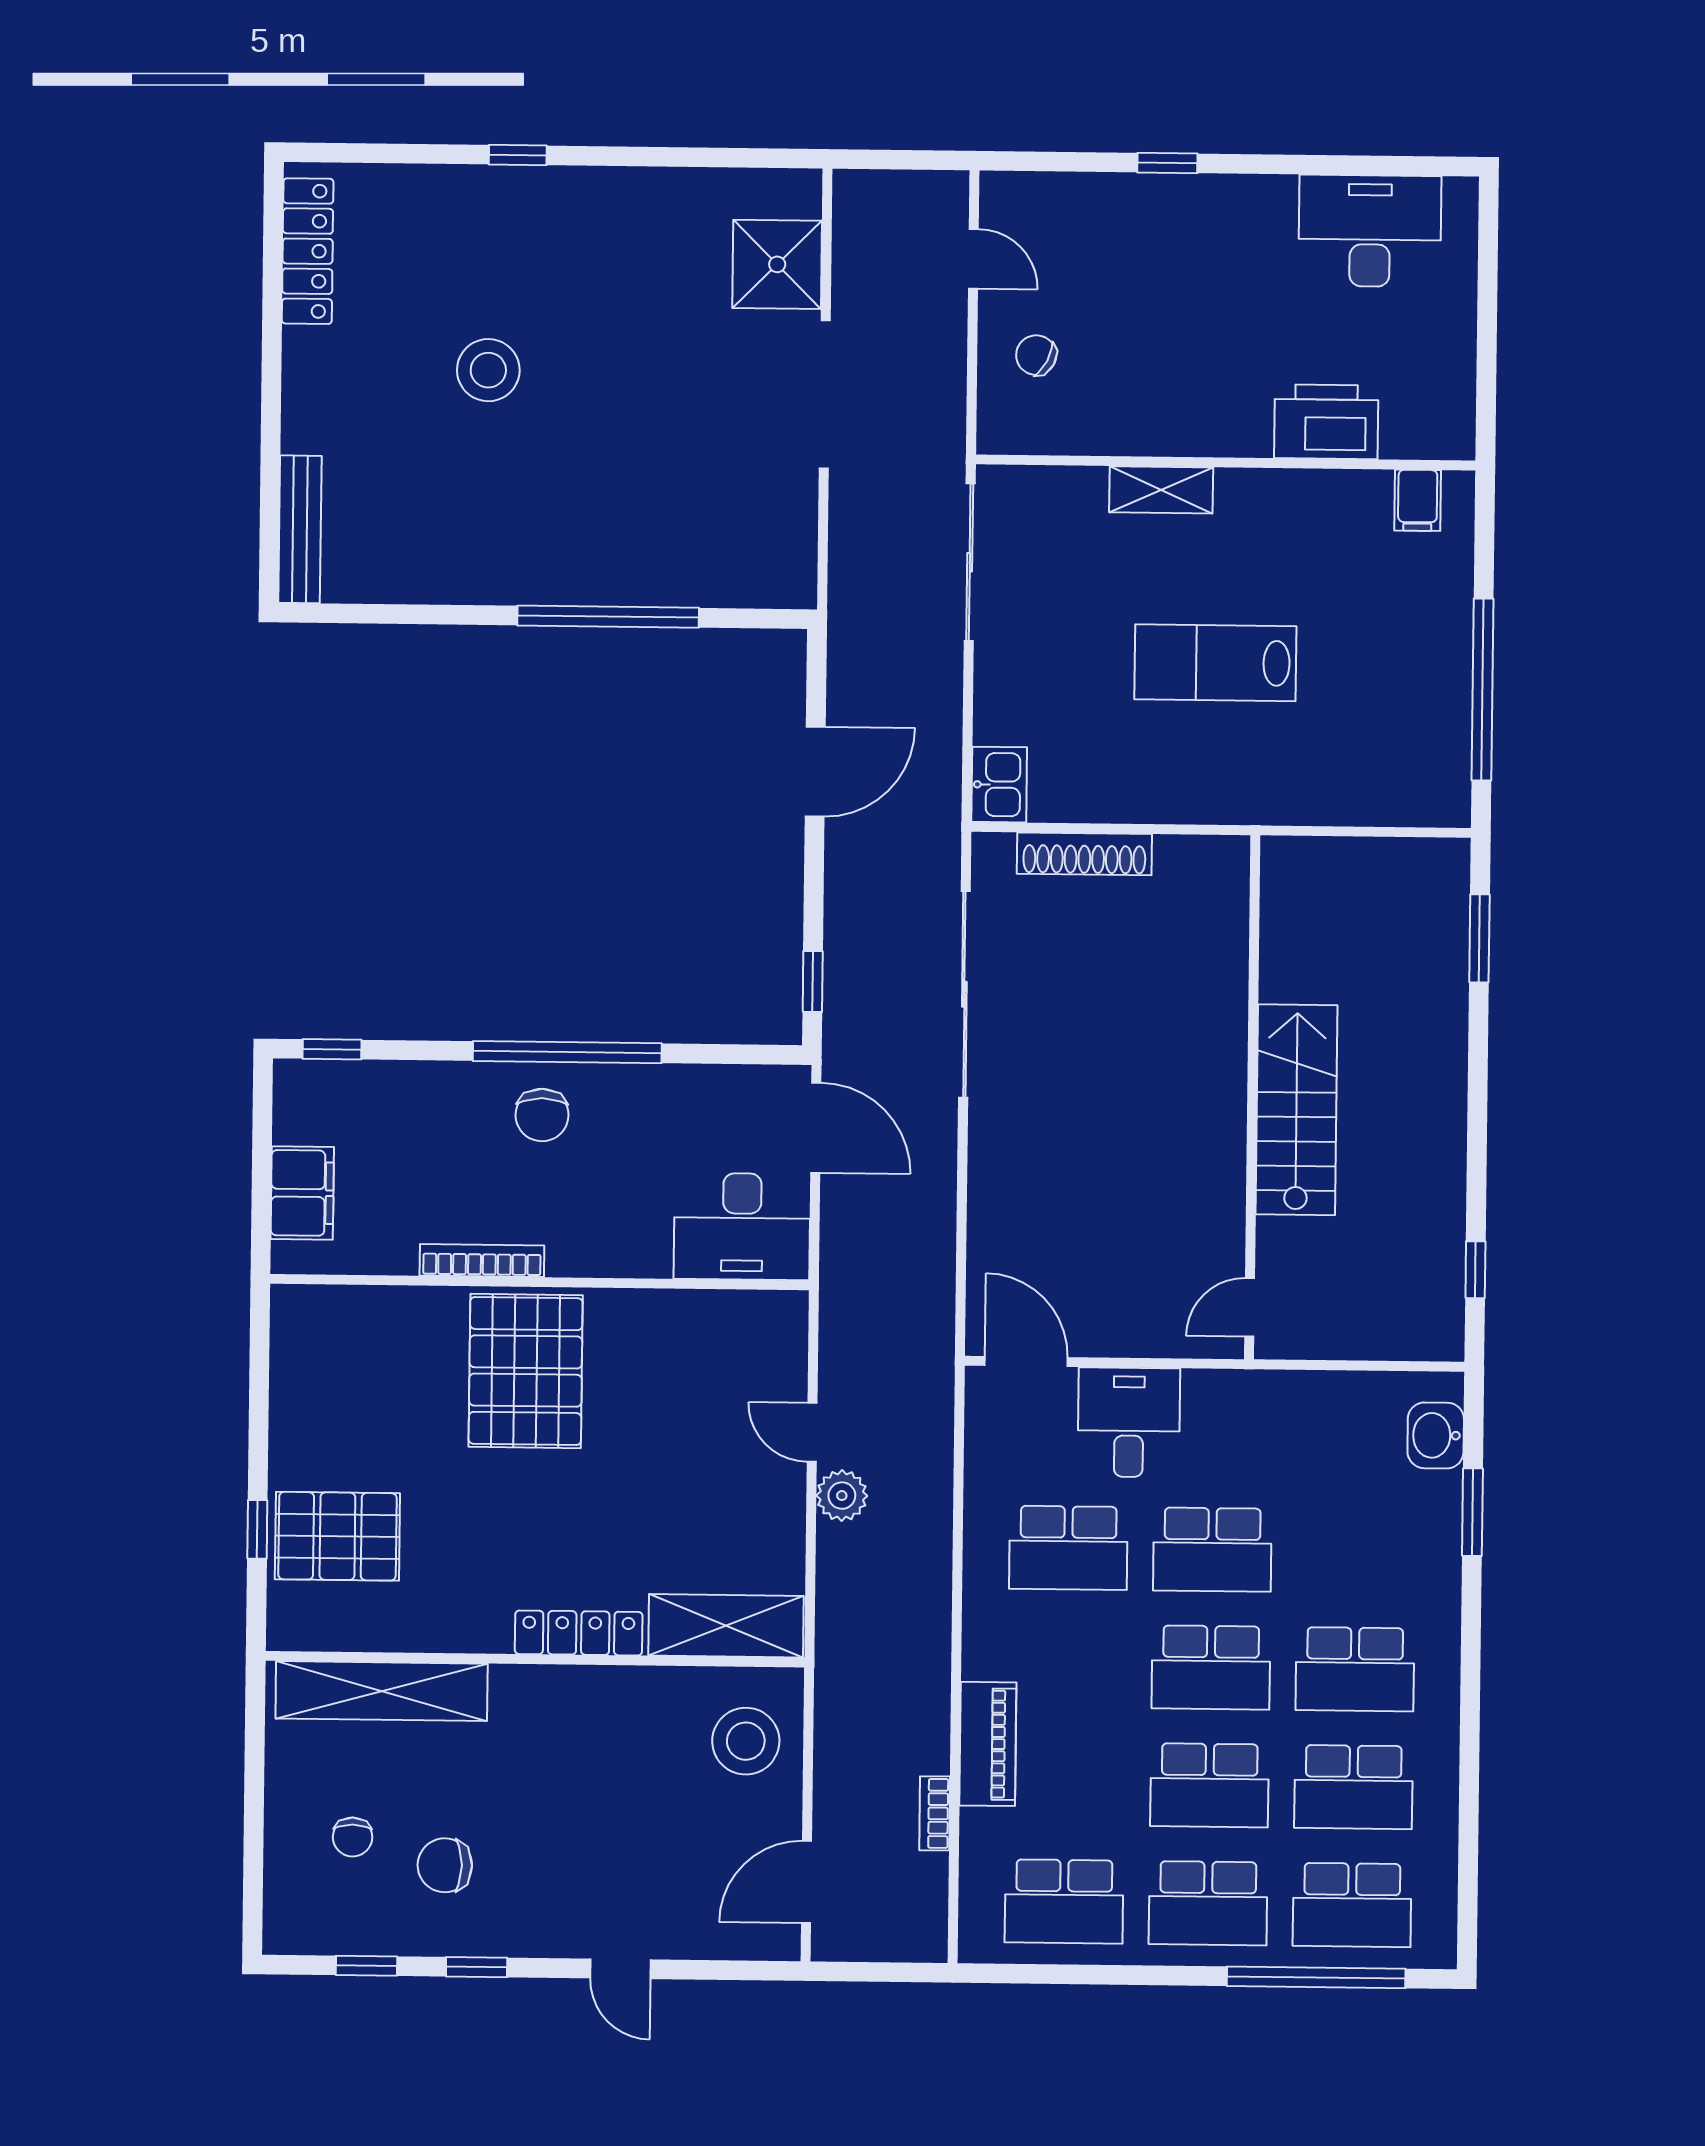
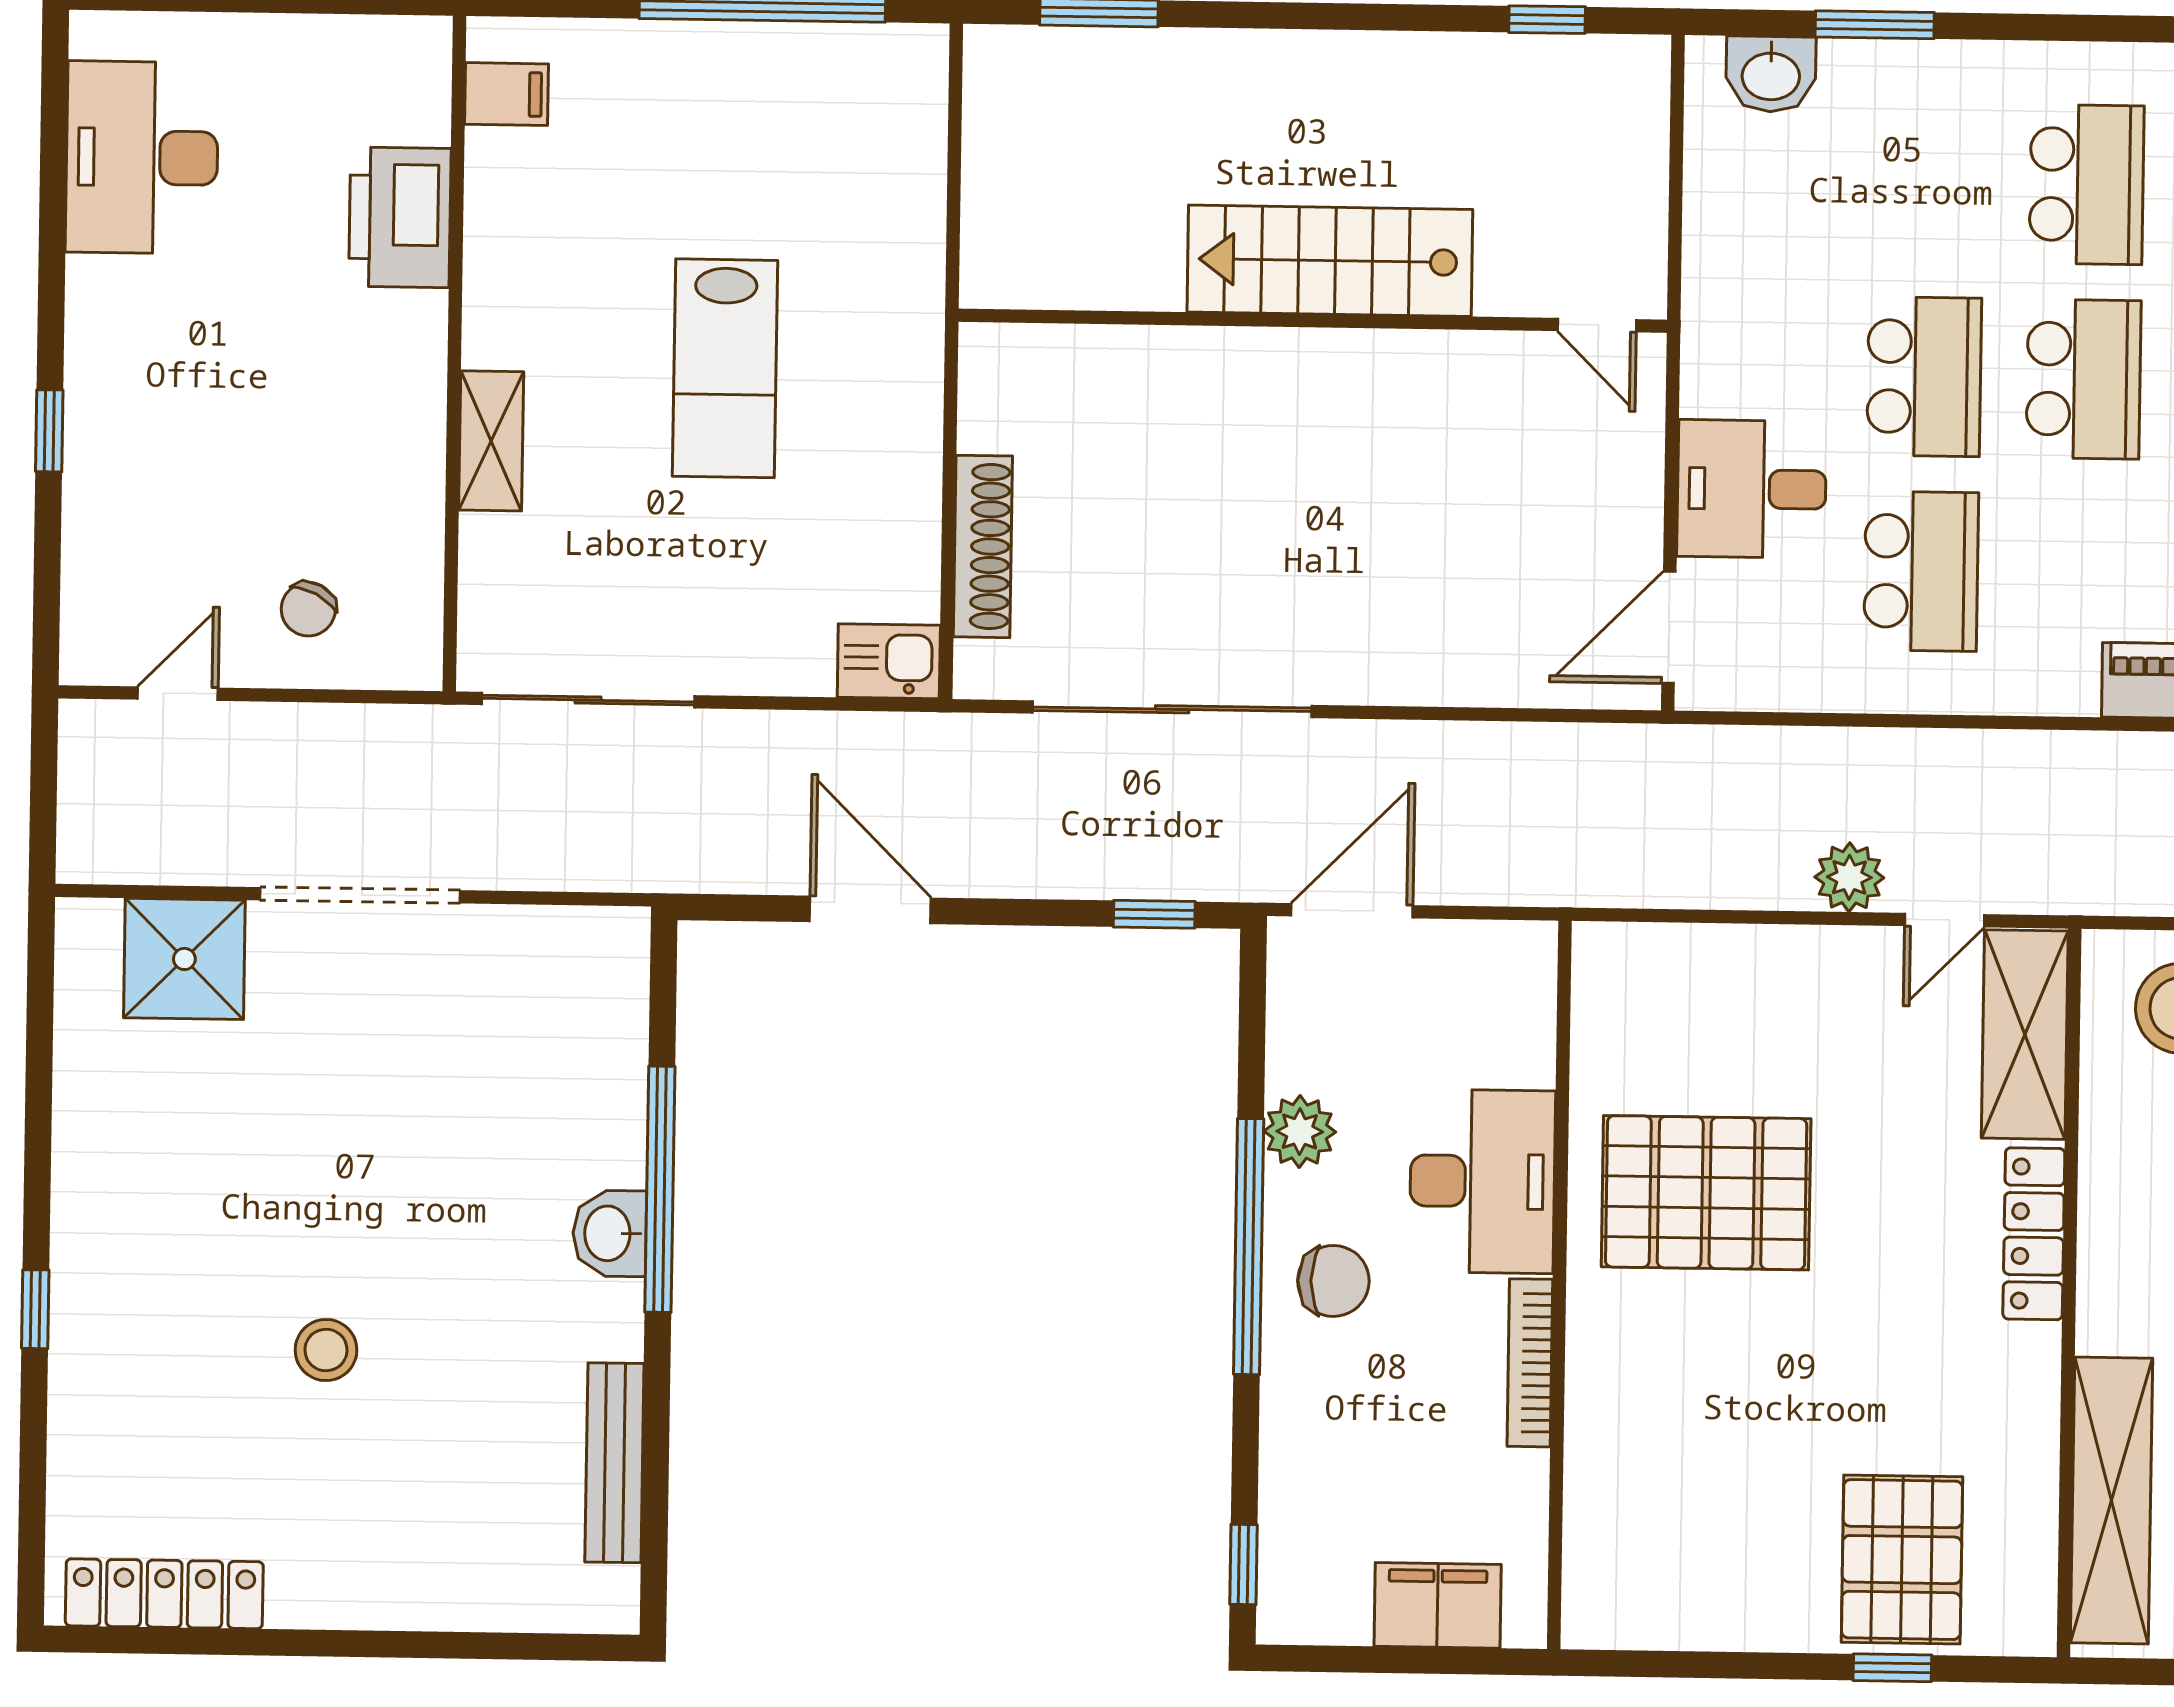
stool: (488, 370) -> (326, 1350), width x0.73, depth x0.73
bench: (300, 529) -> (614, 1463), moved, turned 90
washbasin: (575, 580) -> (610, 1233), added
plant: (652, 1090) -> (1300, 1131), added
desk: (742, 1226) -> (1482, 1181), moved
pallet: (526, 1371) -> (1706, 1193), moved
door: (812, 1432) -> (1944, 920), moved

